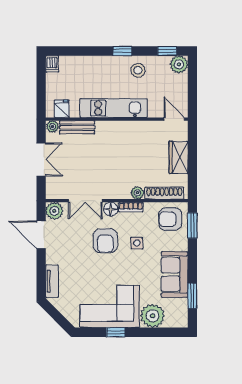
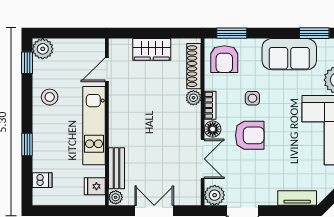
window: (122, 51) -> (27, 144), moved
dishwasher: (52, 64) -> (42, 180), moved
door: (174, 119) -> (107, 70), moved

